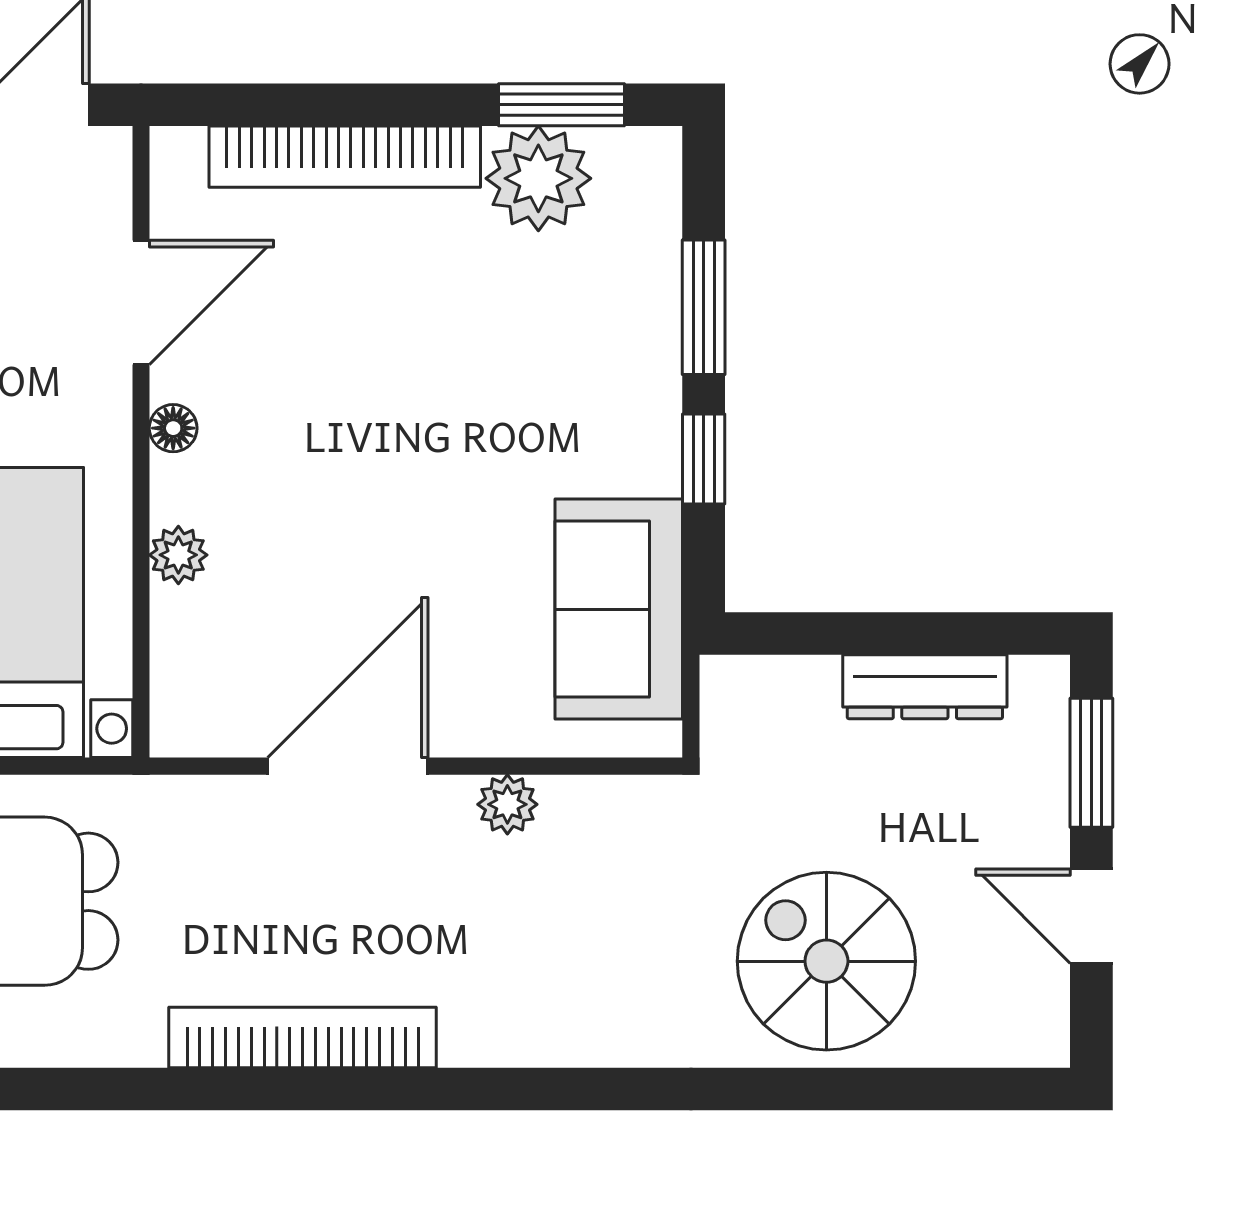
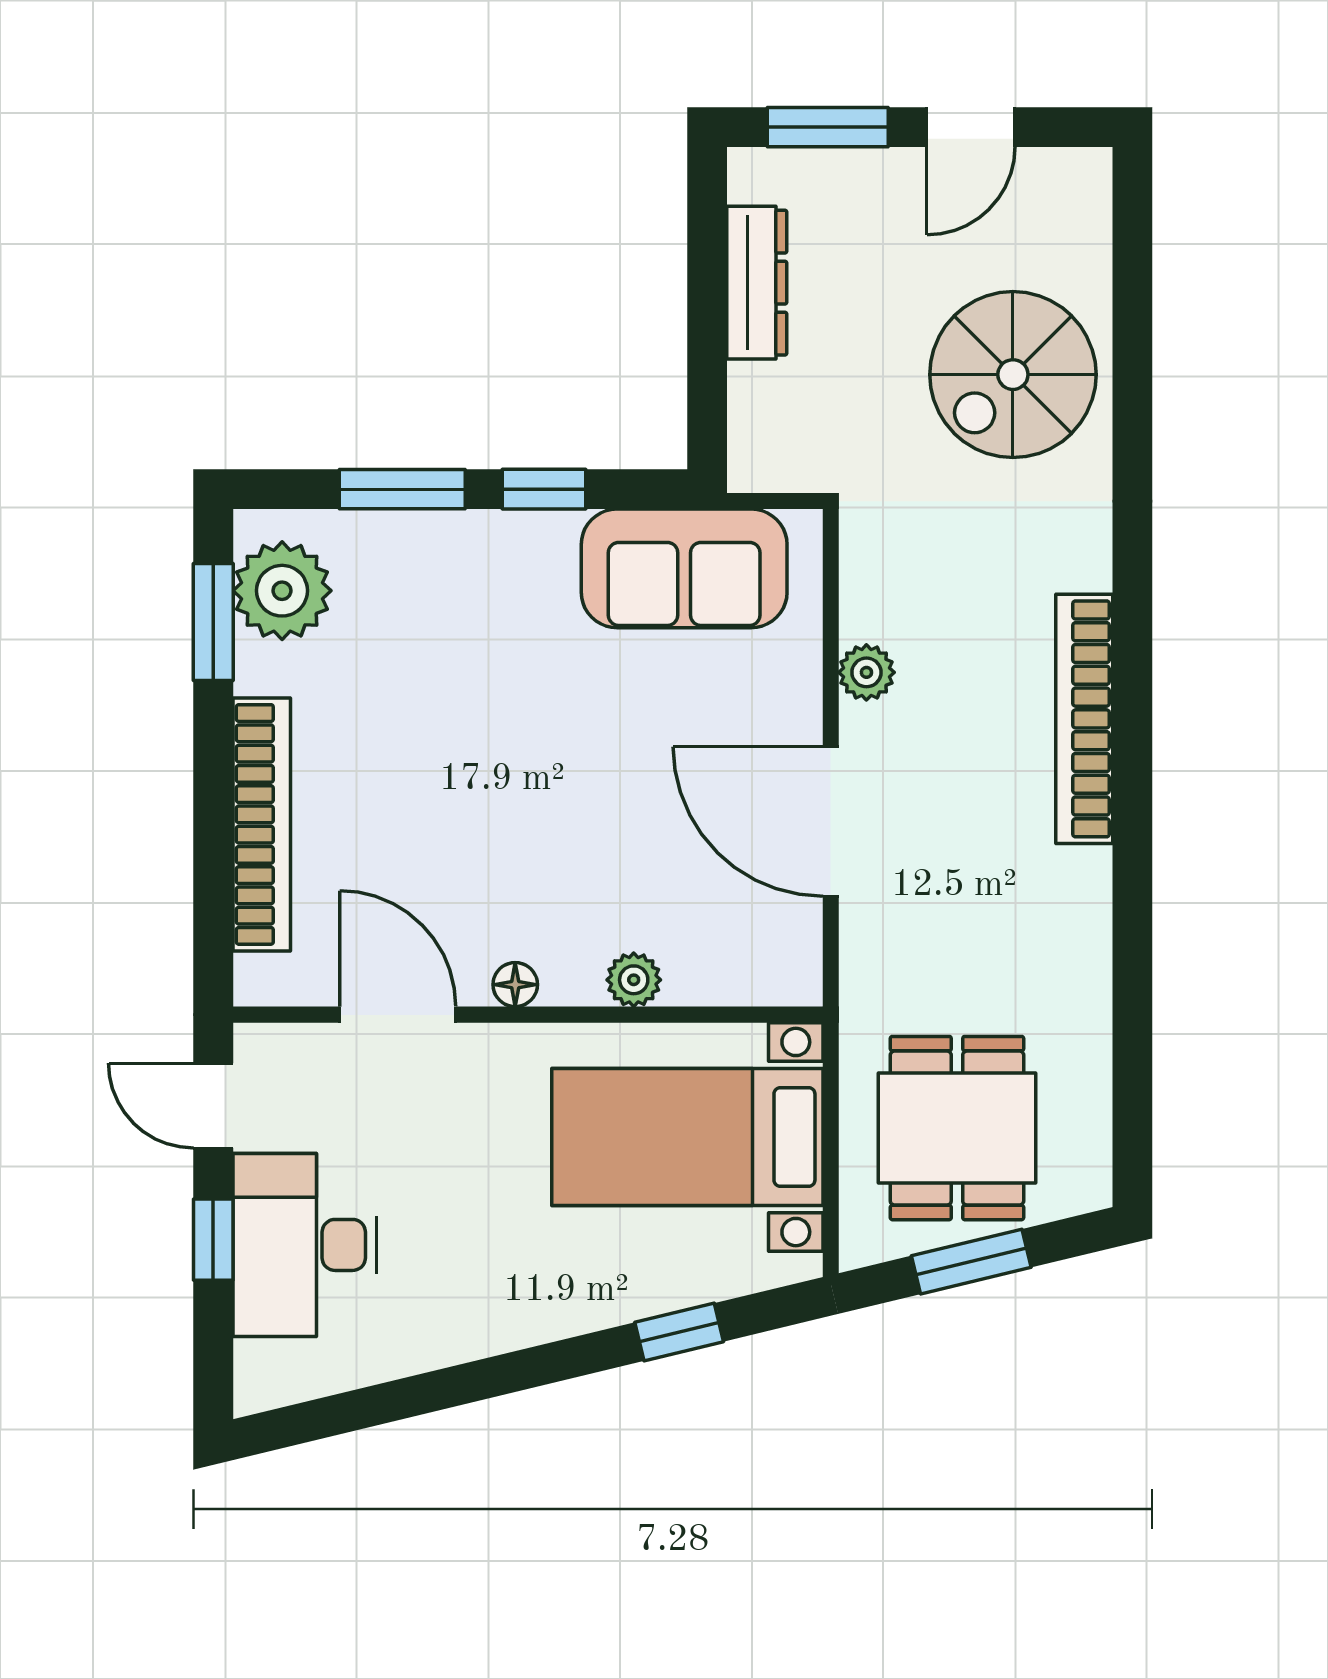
plant: (538, 178) -> (282, 591), moved
bookcase: (303, 1038) -> (1084, 719), moved

